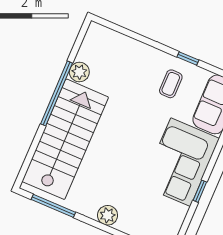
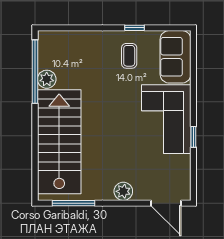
window: (56, 93) -> (35, 72), moved

